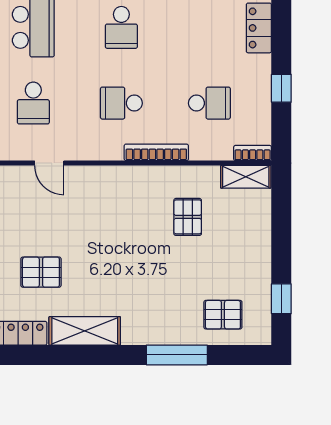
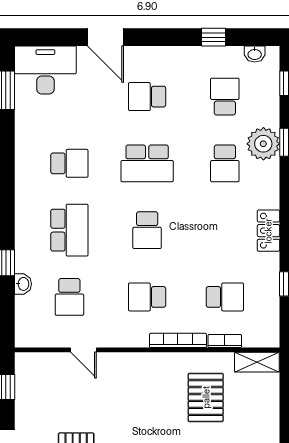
bookcase: (253, 153) -> (225, 341), moved
pallet: (188, 217) -> (206, 397), width x1.50, depth x1.42

